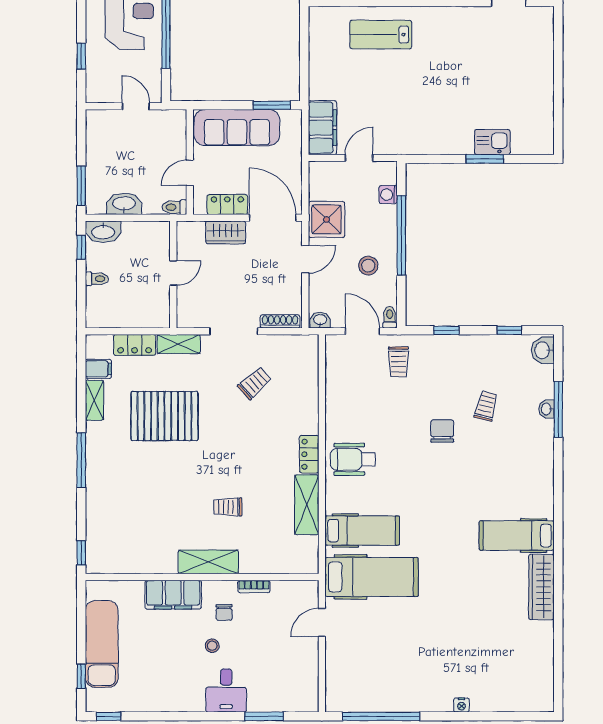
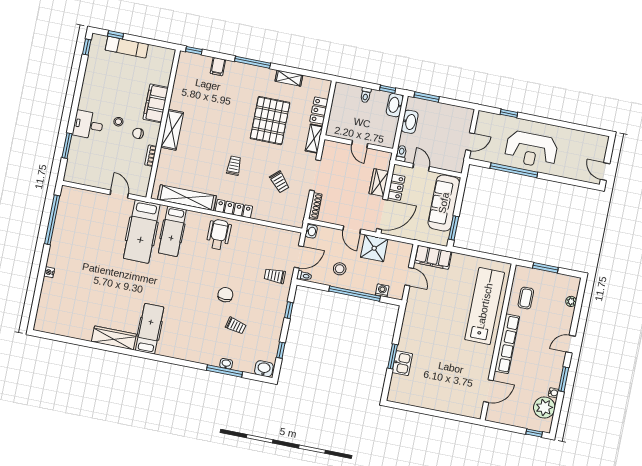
lab bench: (381, 35) -> (485, 306), width x1.86, depth x1.39
filing cabinet: (98, 369) -> (218, 67), moved
chair: (442, 431) -> (225, 295), turned -90
locker: (309, 454) -> (234, 209), width x1.53
shelving: (307, 505) -> (187, 198), width x1.47
trolley: (228, 507) -> (234, 166), moved
exam couch: (102, 644) -> (127, 47), width x0.73, depth x0.69

